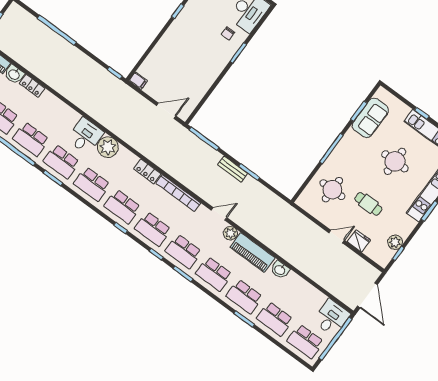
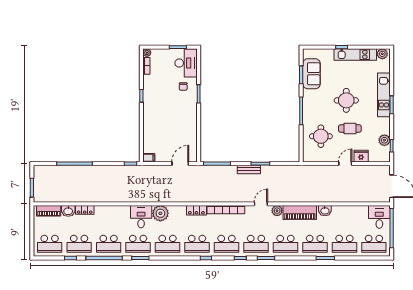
round table: (395, 161) -> (346, 100), moved

